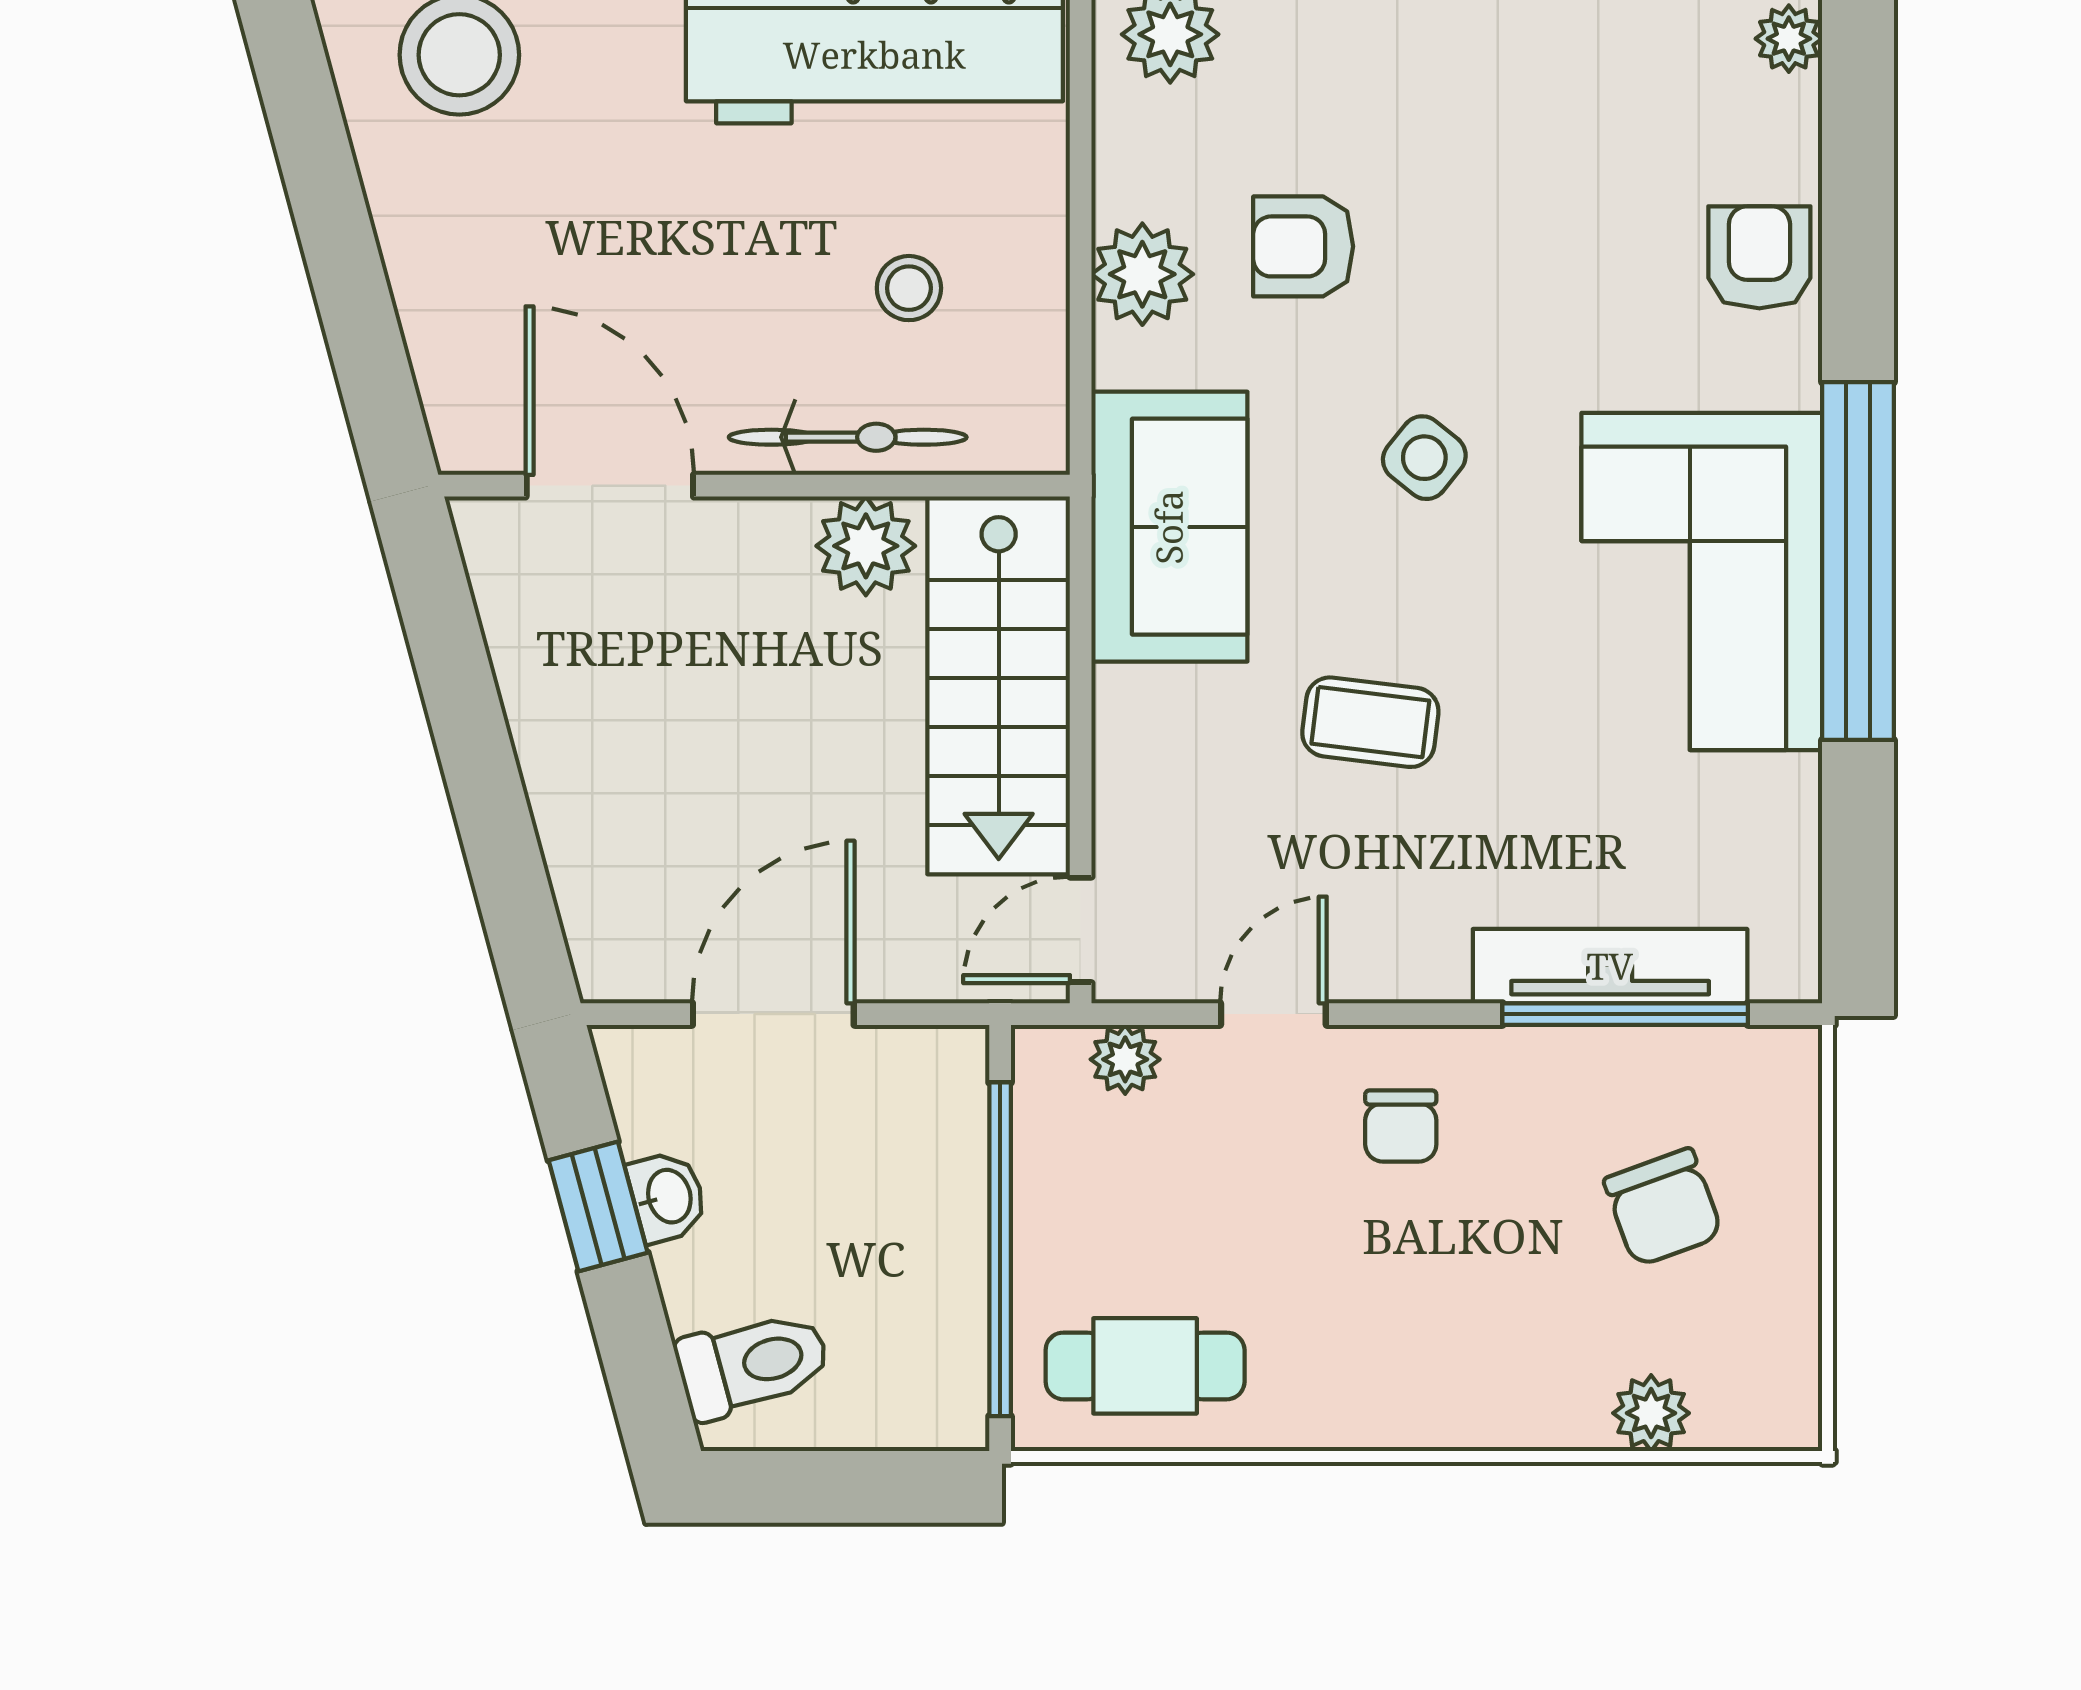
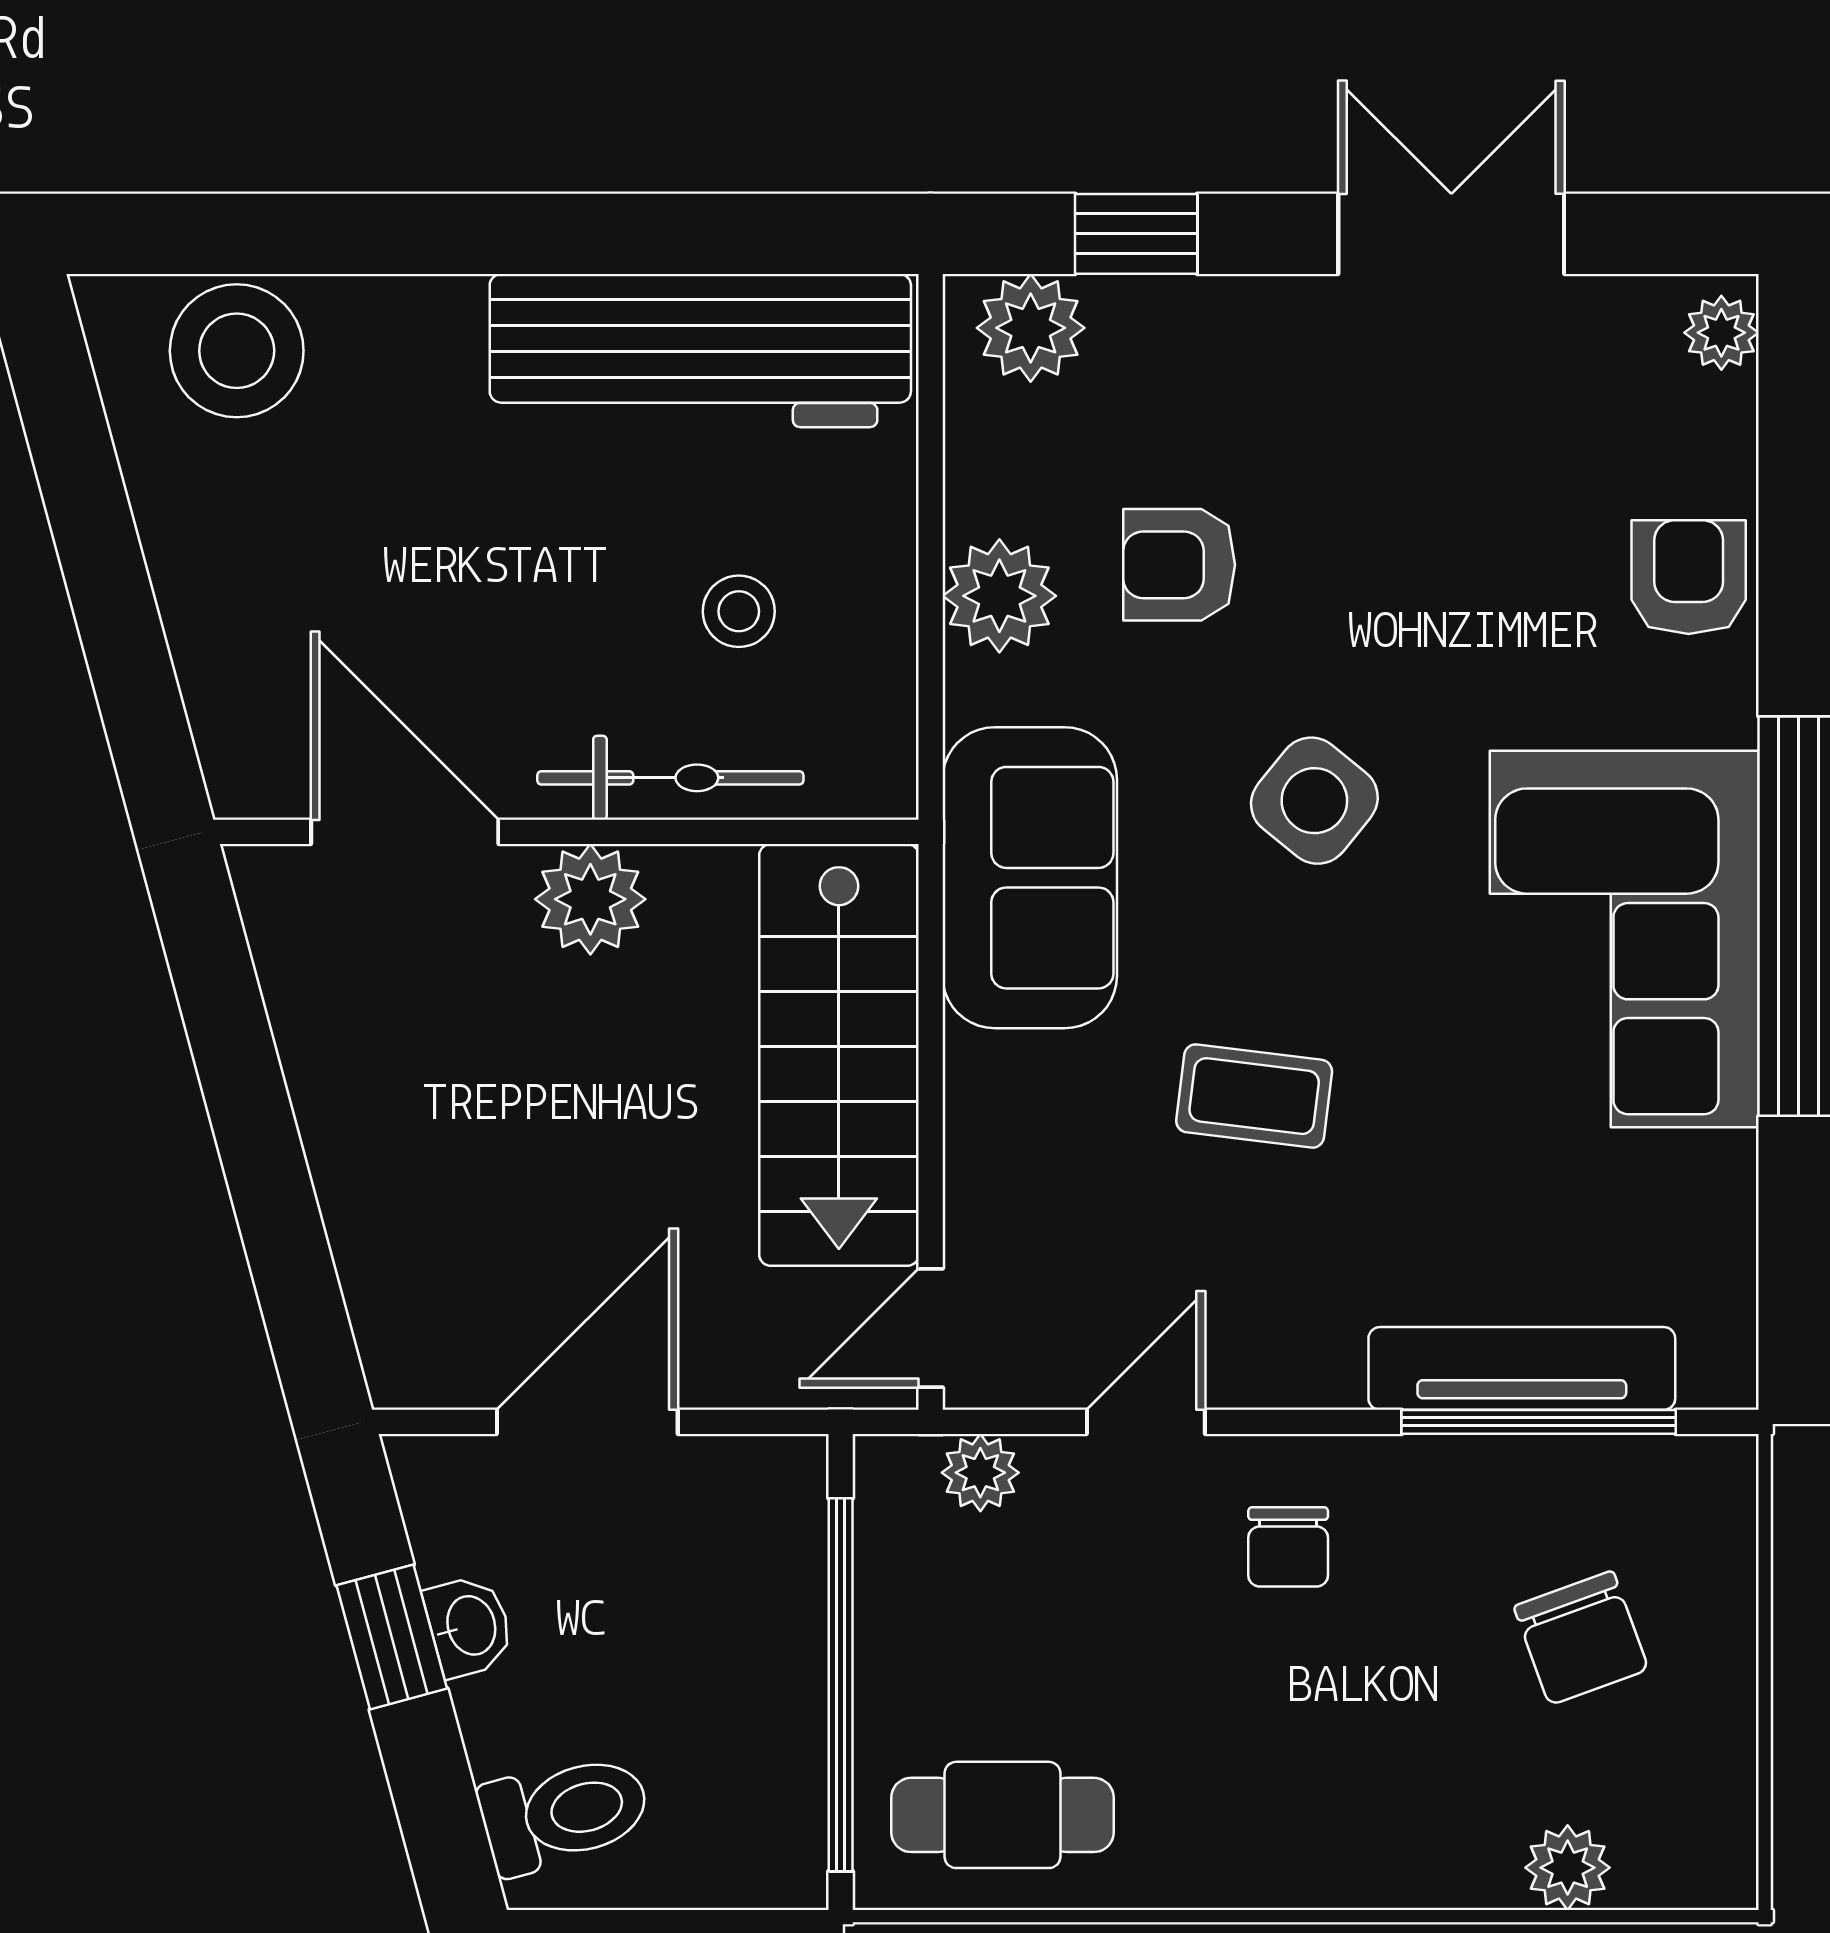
side table: (1424, 458) -> (1314, 801), width x1.37, depth x1.37
plant: (866, 546) -> (590, 899), moved

